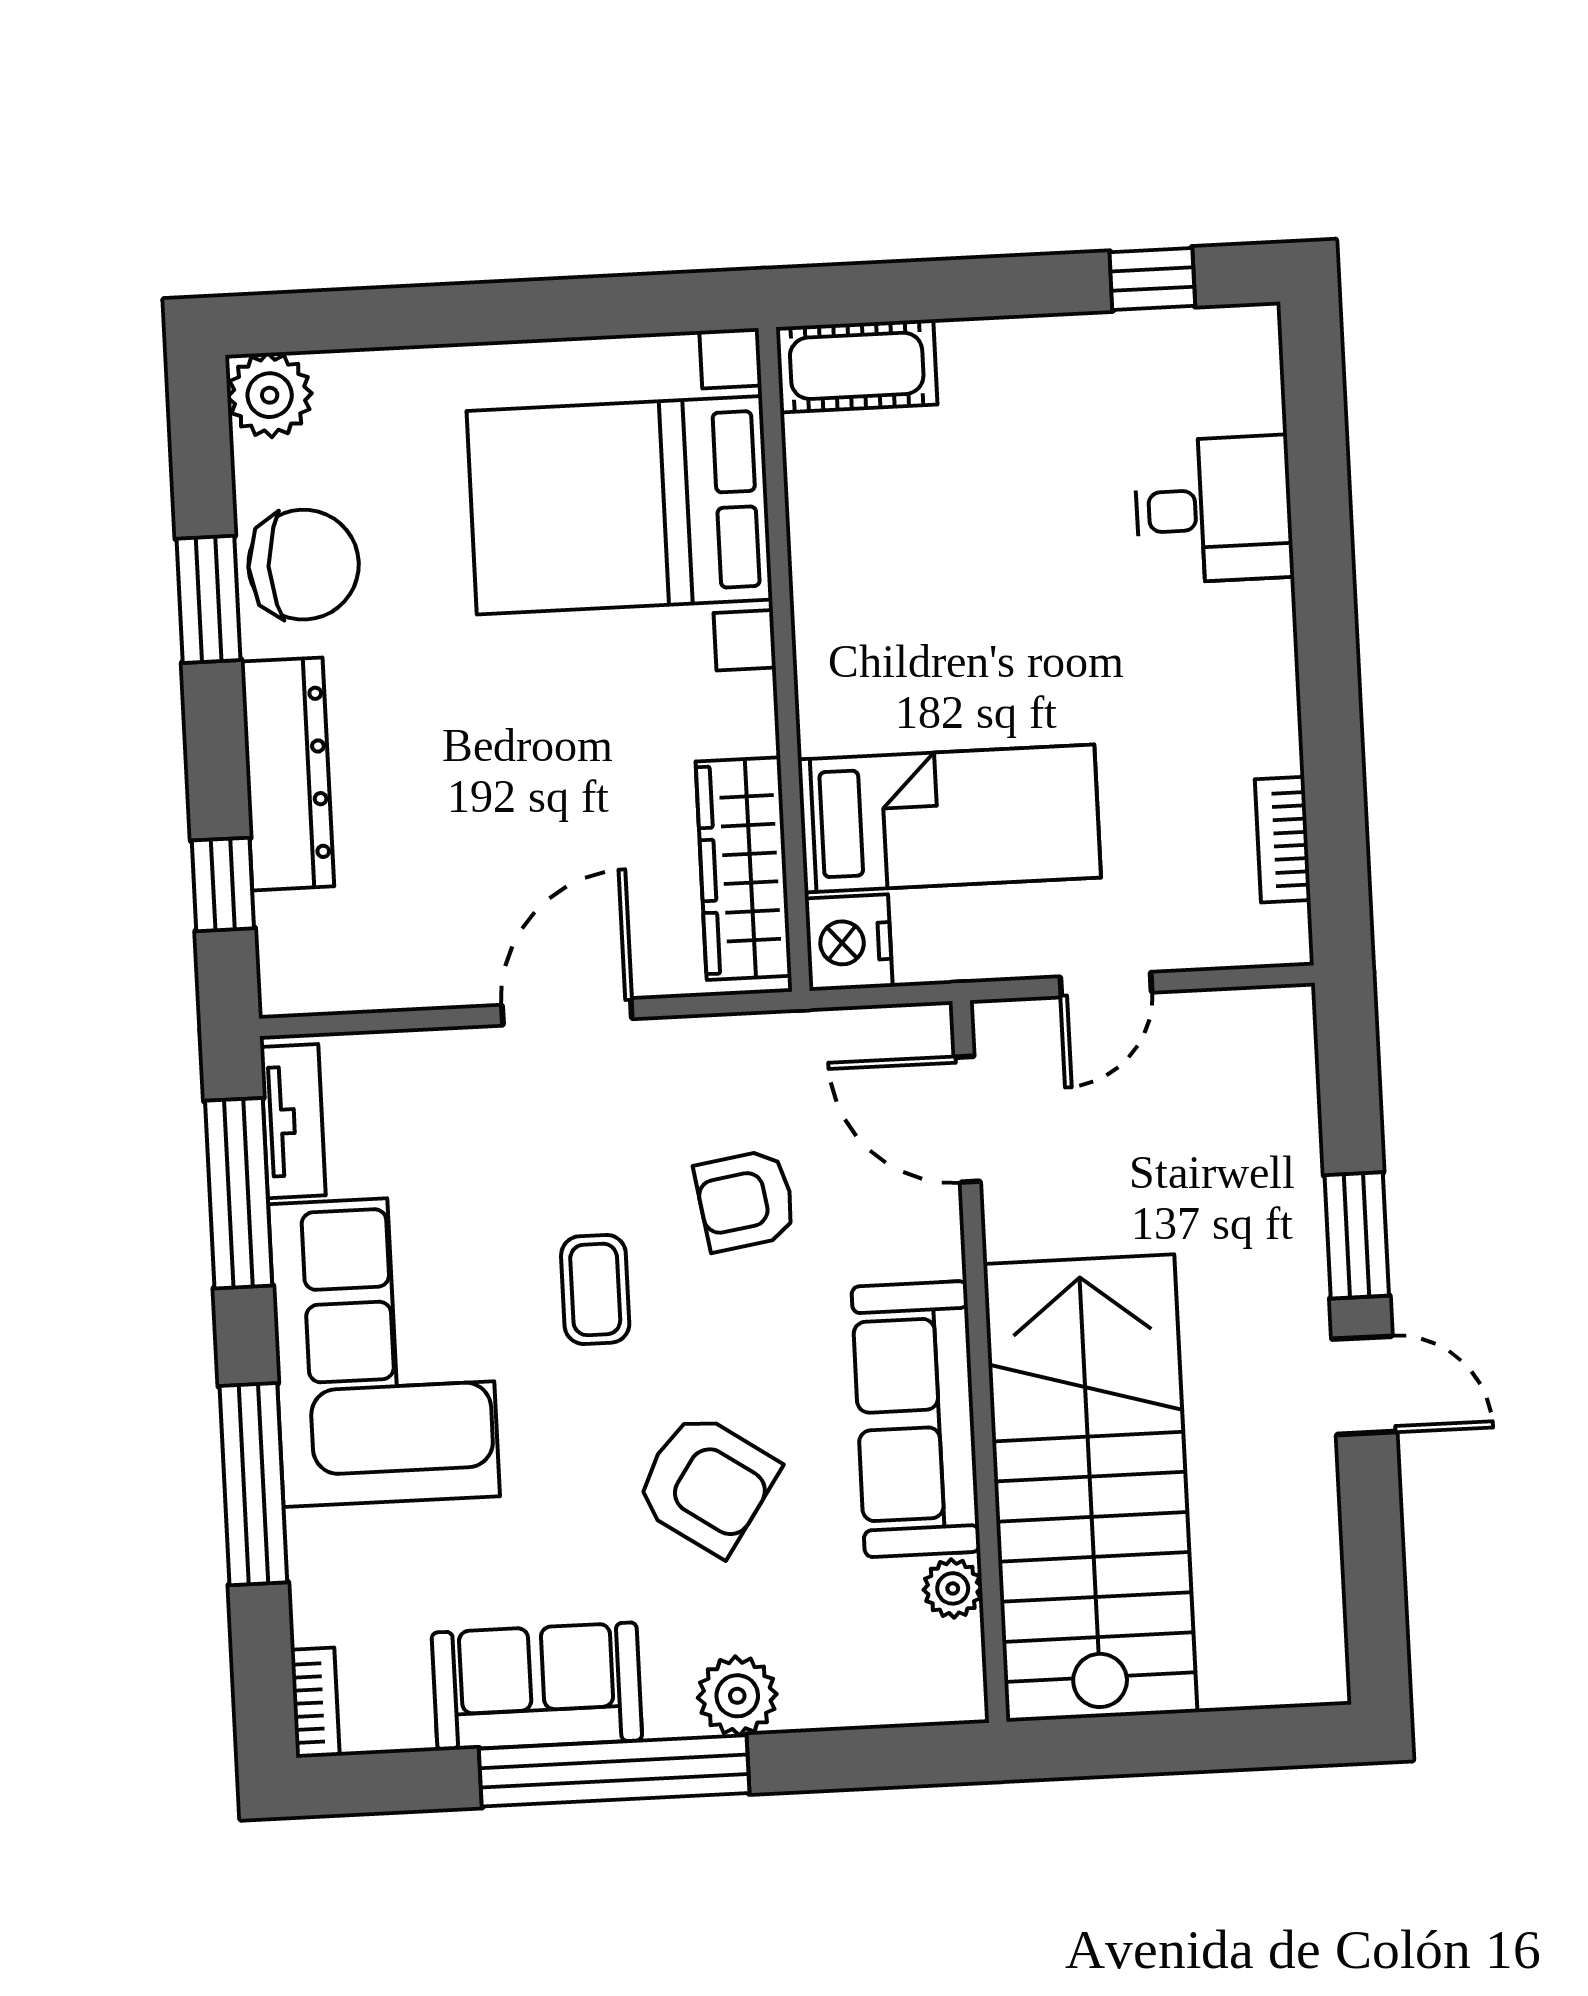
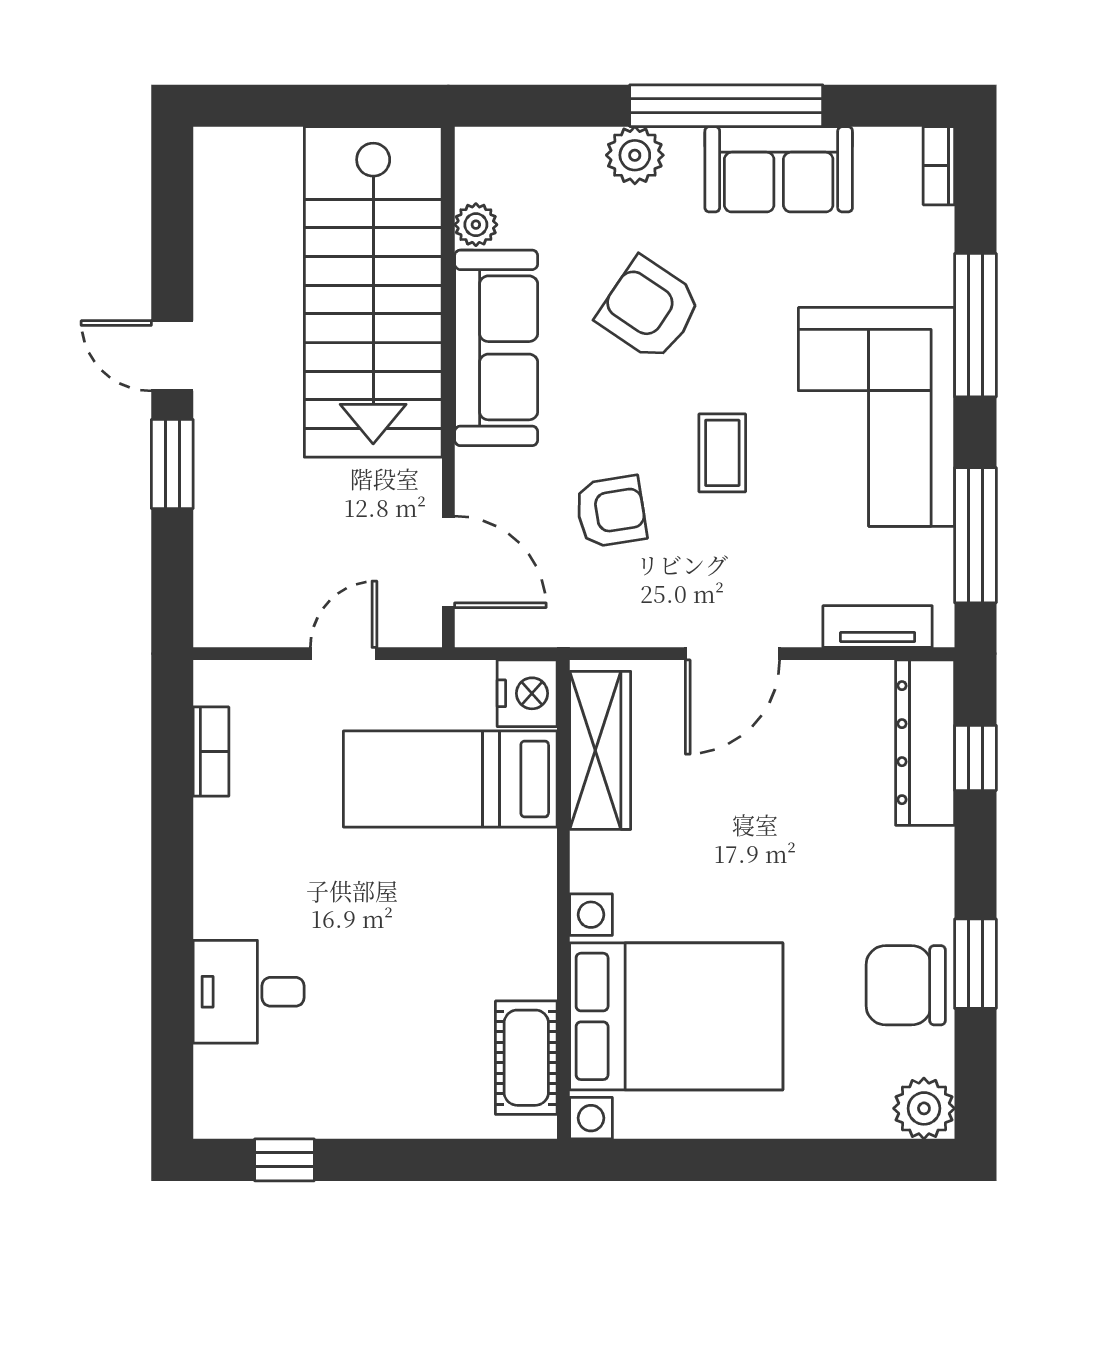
cot: (857, 366) -> (526, 1058), moved, turned 90
dresser: (287, 774) -> (925, 743), moved
tv unit: (293, 1121) -> (878, 627), moved, turned 90

